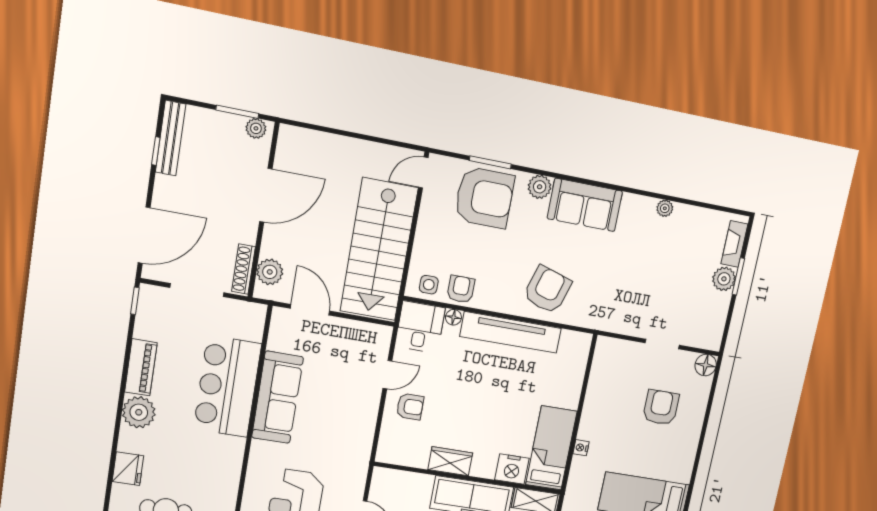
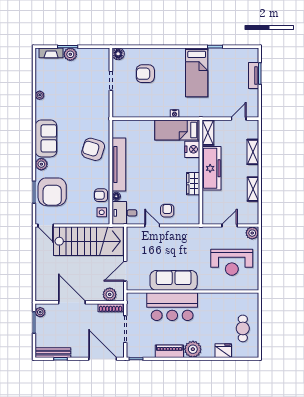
armchair: (484, 198) -> (52, 192), turned 180

